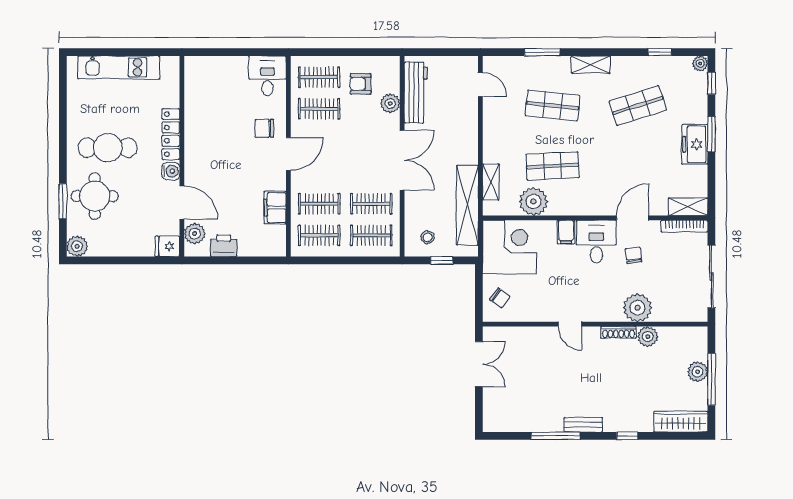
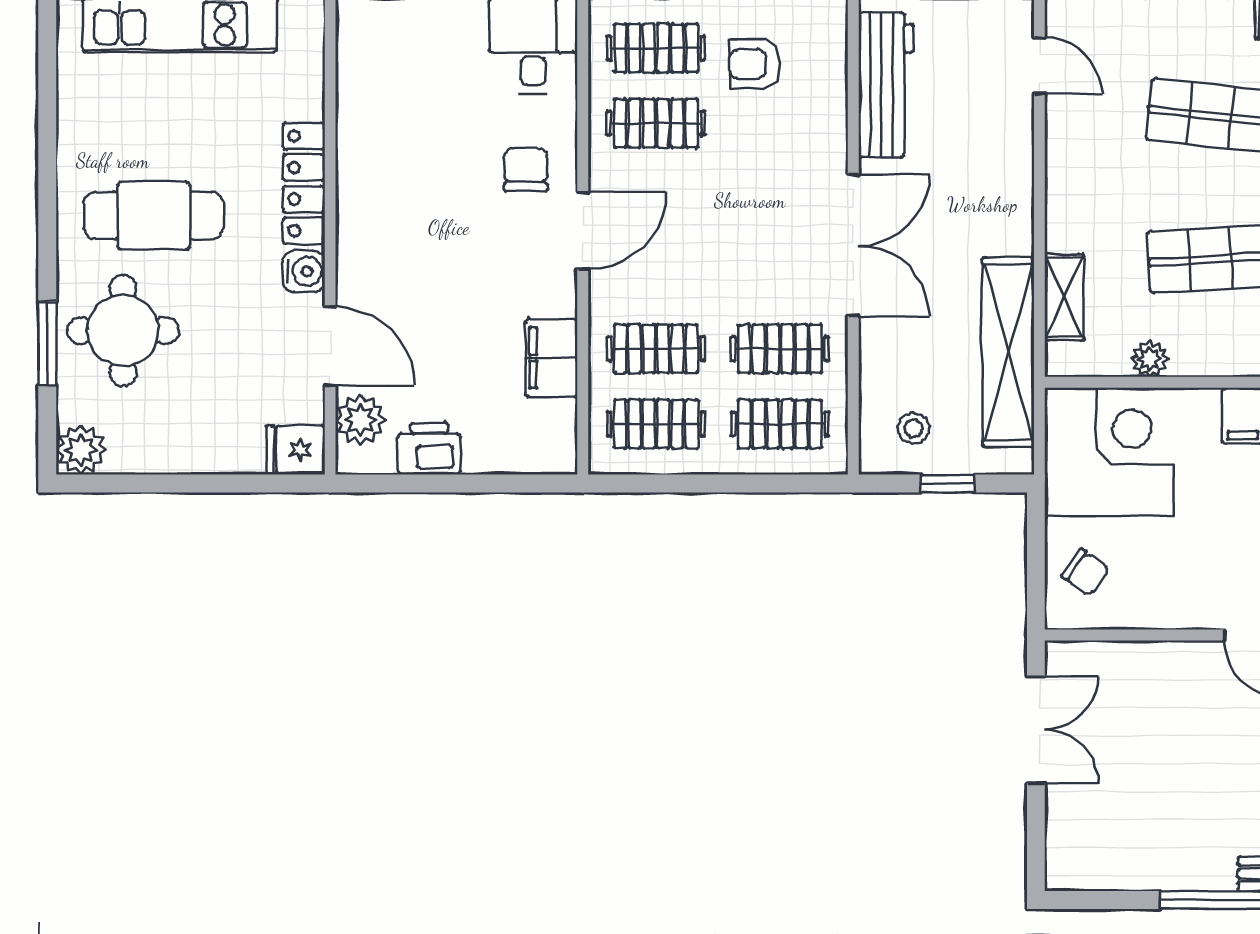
plant: (390, 103) -> (825, 110), removed
chair: (264, 128) -> (526, 170), turned 90
plant: (533, 201) -> (1150, 359), width x0.53, depth x0.53

